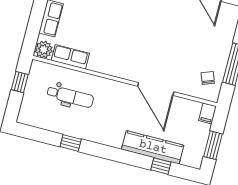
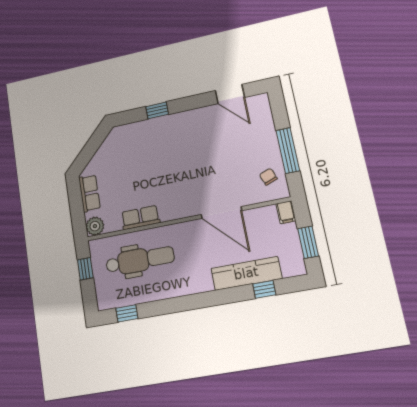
row of seats: (70, 57) -> (140, 218), moved
dental chair: (70, 96) -> (140, 260), width x1.36, depth x1.38
window: (71, 143) -> (127, 313), moved

